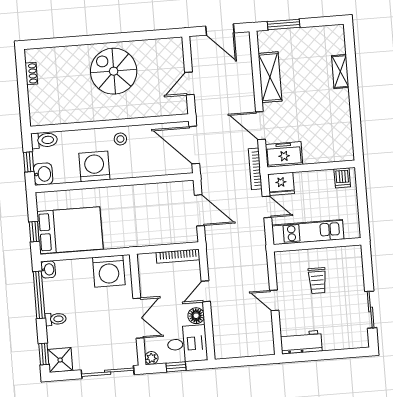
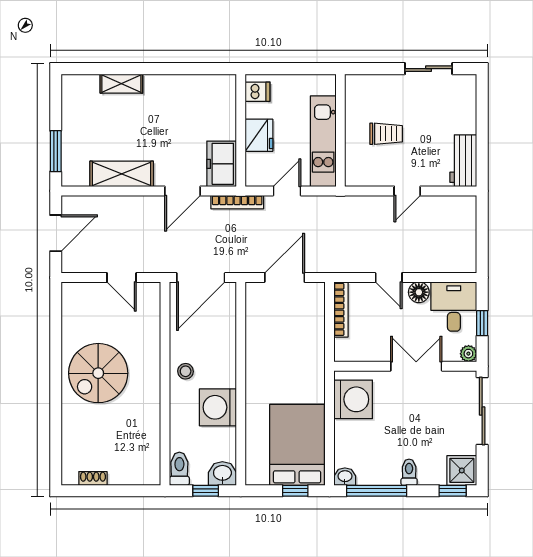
fridge: (281, 184) -> (259, 135), moved

